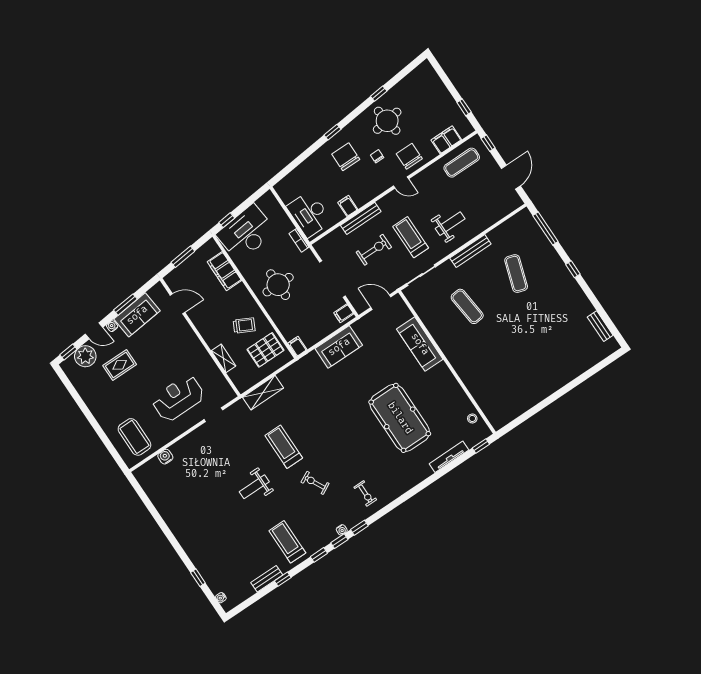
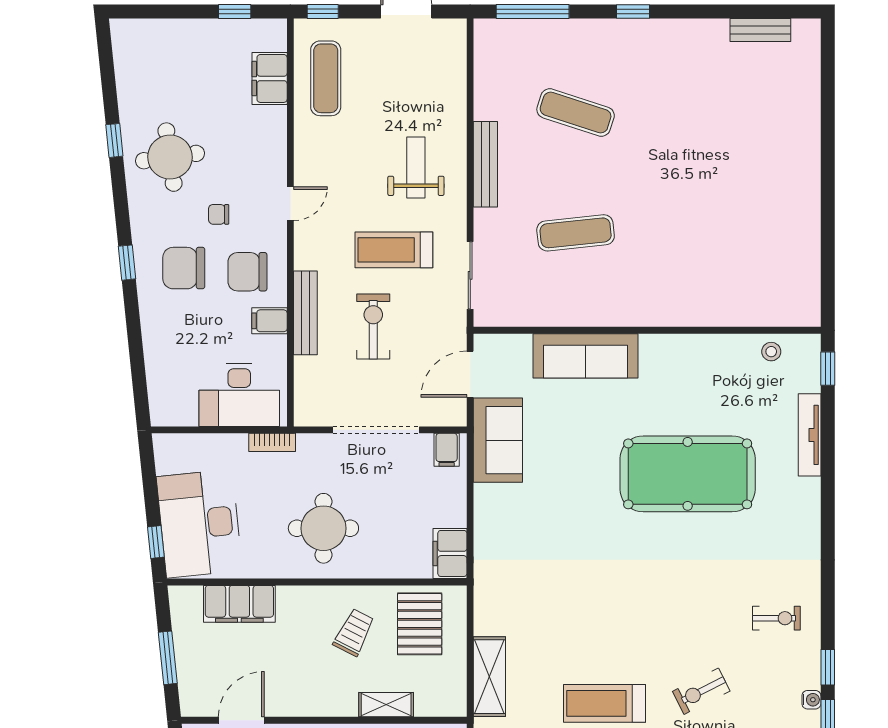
chair: (409, 156) -> (247, 272), moved
filing cabinet: (297, 346) -> (450, 553), width x2.00
sofa: (339, 347) -> (498, 440), moved

